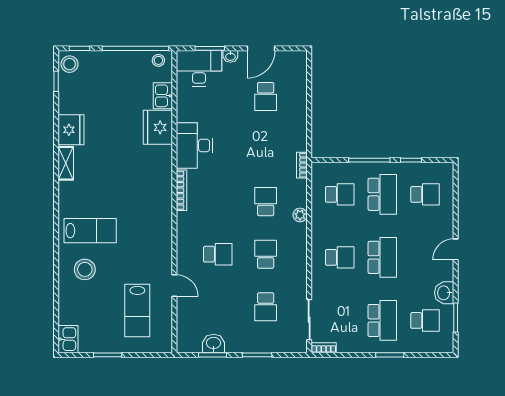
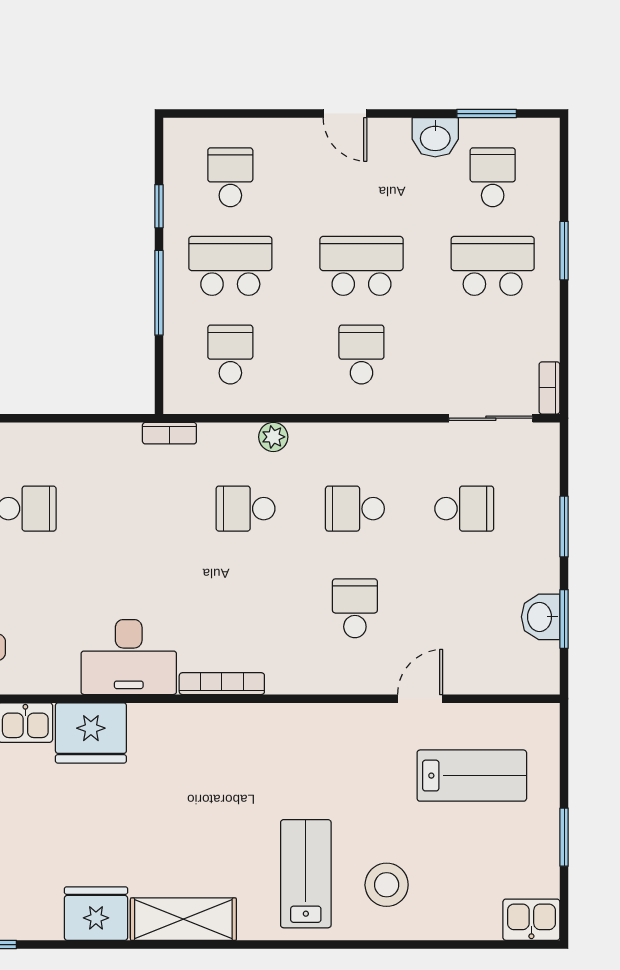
shelving: (66, 163) -> (183, 919), width x1.50, depth x1.33

